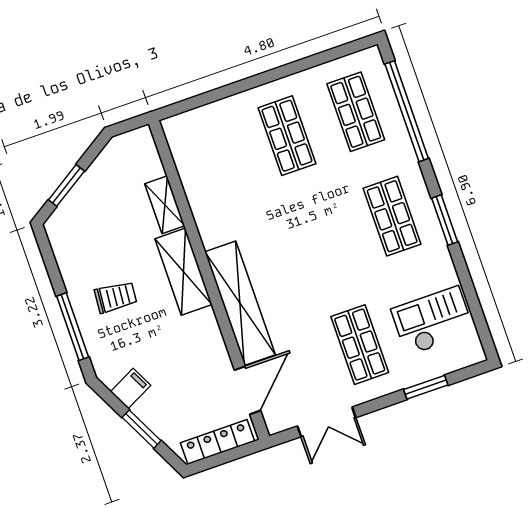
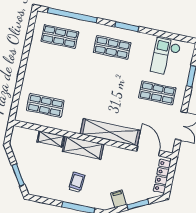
shop shelf: (287, 136) -> (45, 105), moved

